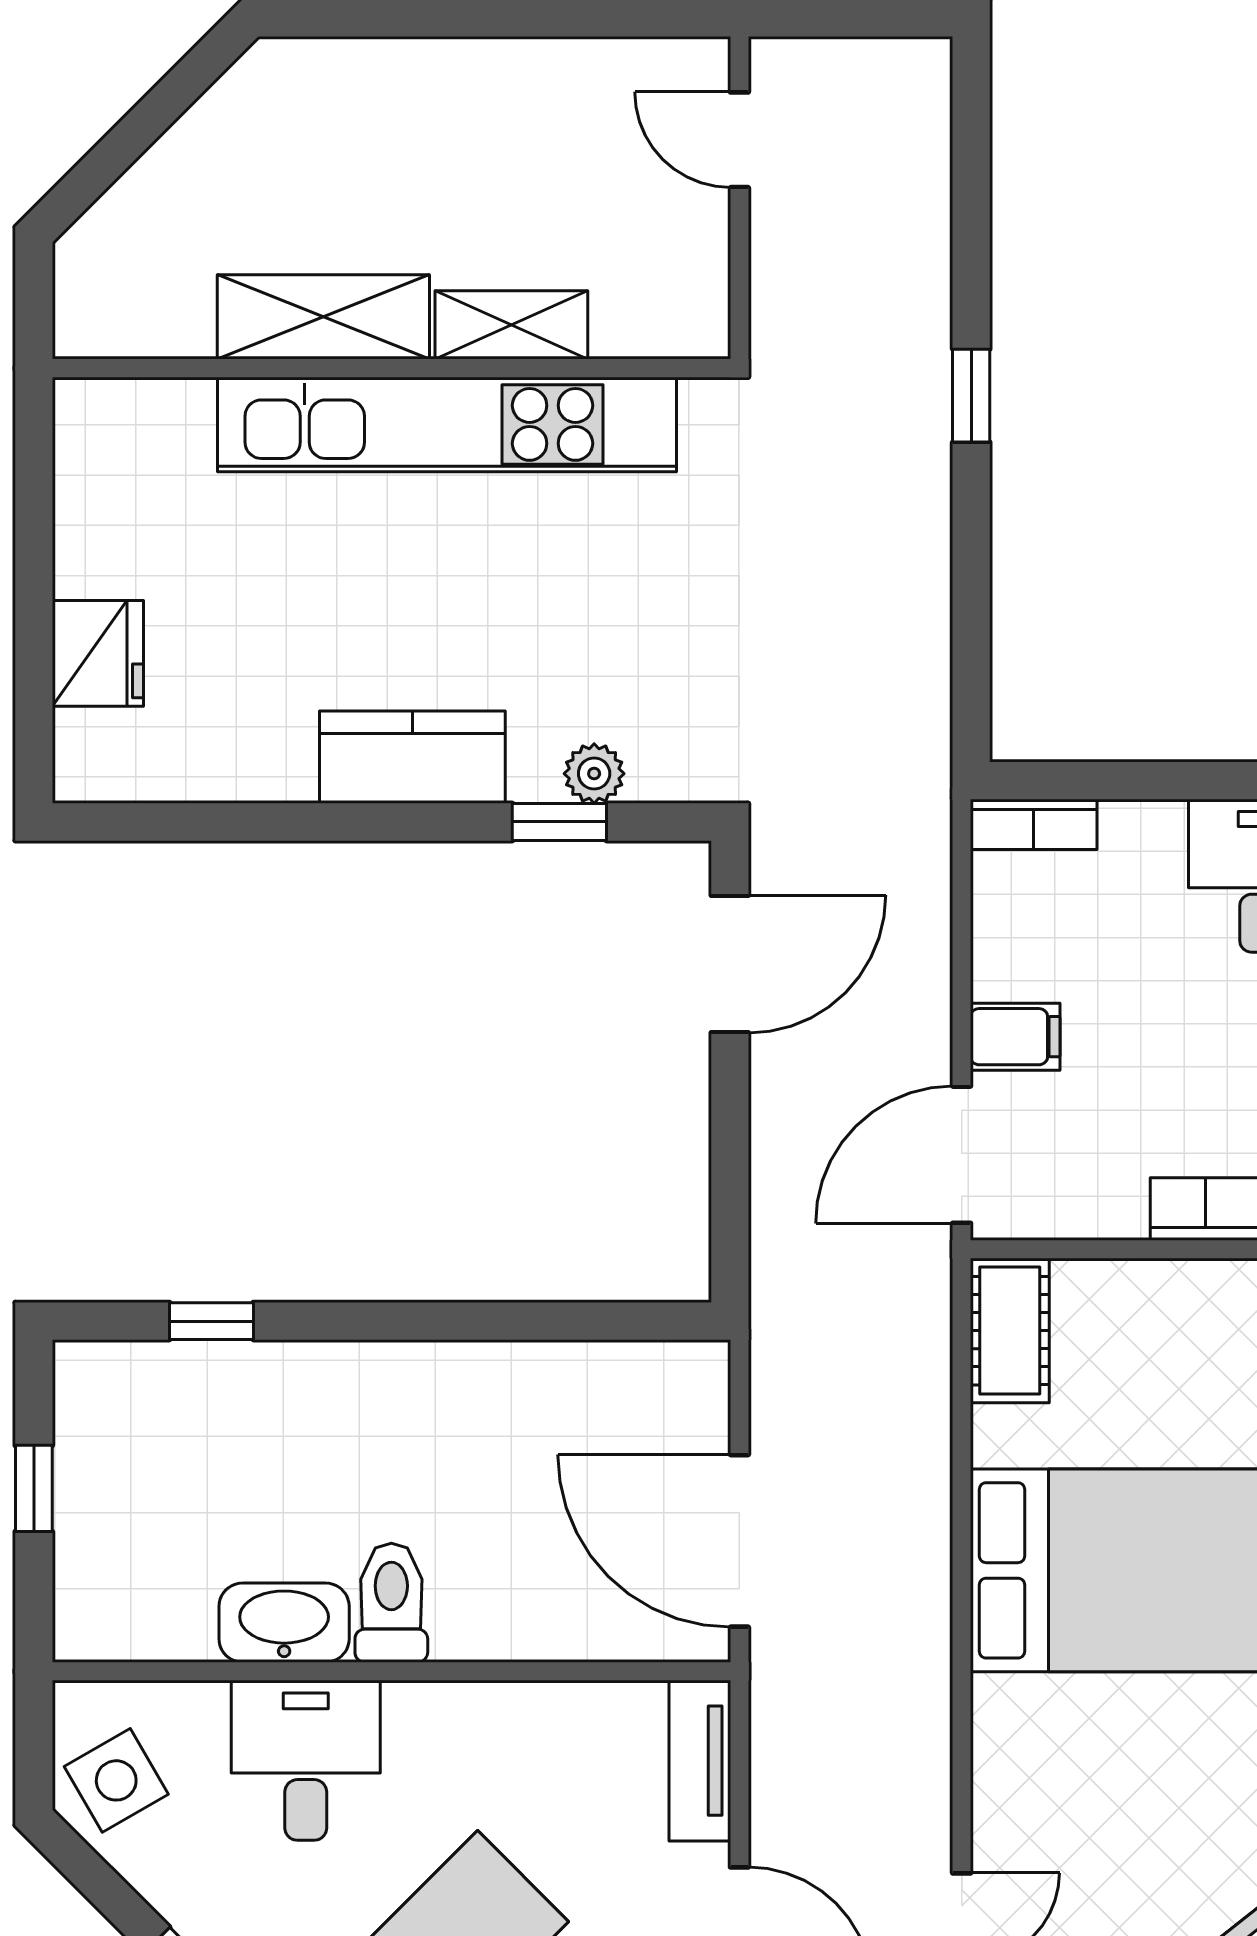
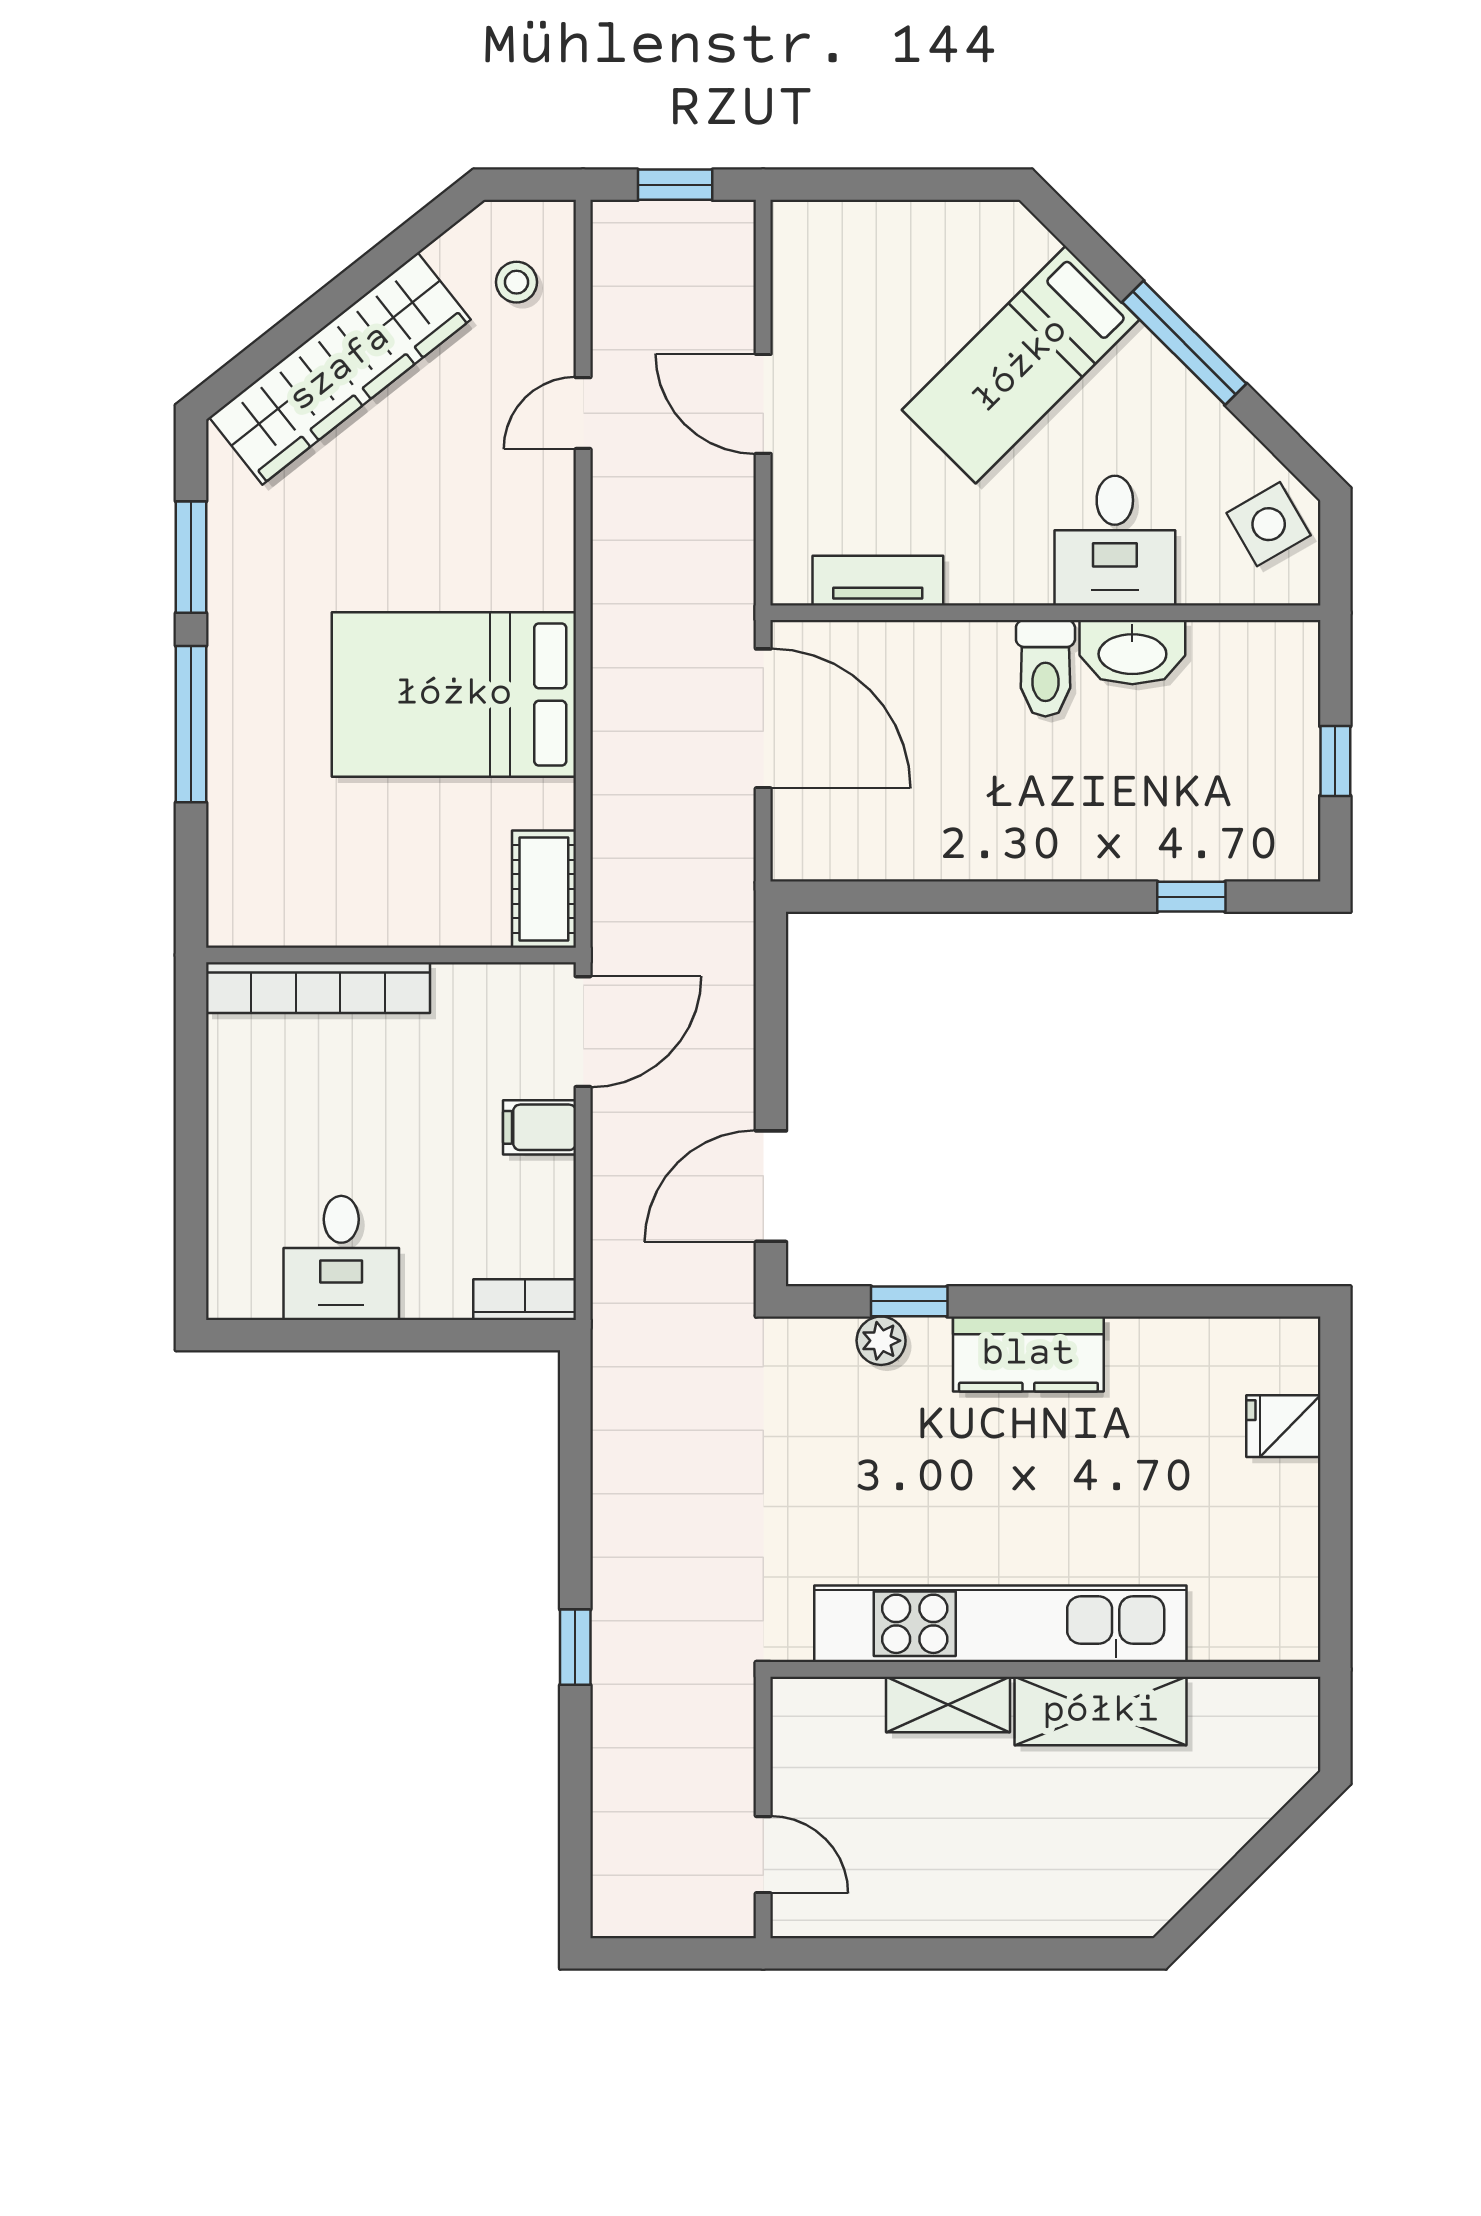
fridge: (98, 653) -> (1283, 1426), width x0.72
tv unit: (700, 1761) -> (878, 581), moved, turned -90

